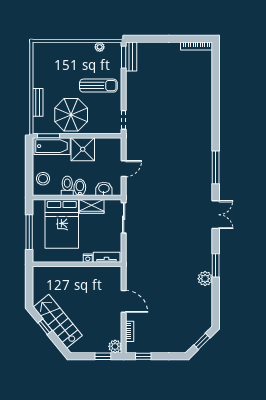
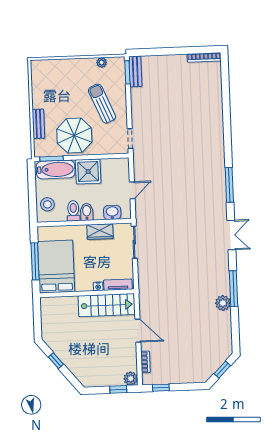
sun lounger: (98, 86) -> (102, 104), turned -113
bed: (62, 224) -> (56, 267), moved, turned 180
window: (216, 265) -> (234, 289), width x1.44
stairs: (58, 321) -> (107, 305), moved, turned 129

